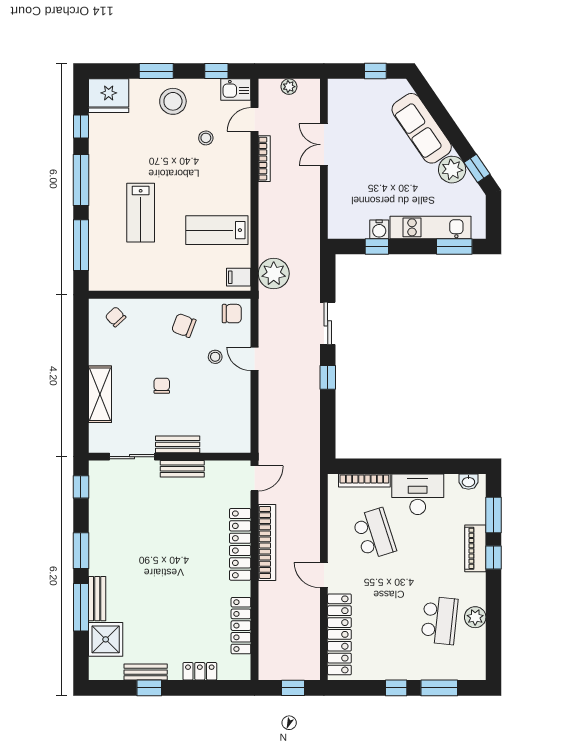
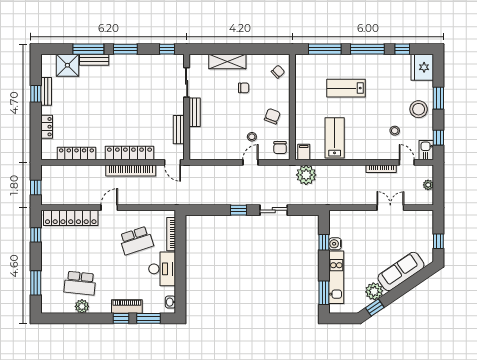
chair: (162, 386) -> (244, 88), moved
bench: (182, 469) -> (179, 130), moved
window: (396, 688) -> (36, 235), moved

